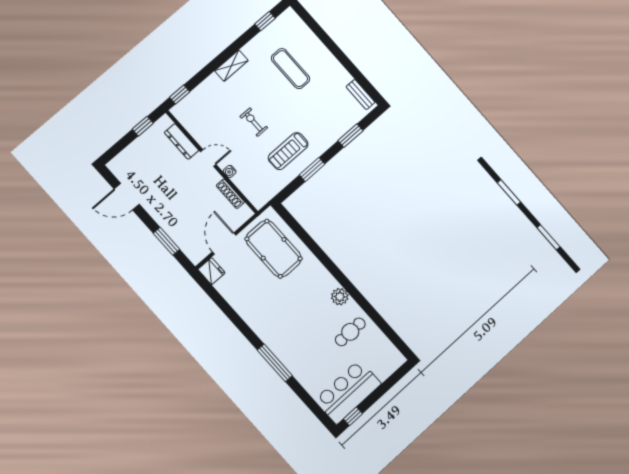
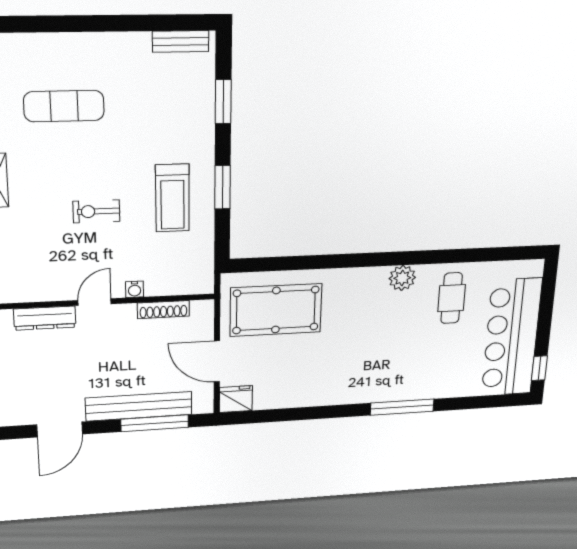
bench: (170, 225) -> (139, 406), added
window: (167, 241) -> (155, 423), width x1.44
bar counter: (348, 392) -> (512, 338), width x1.36

